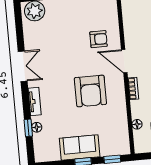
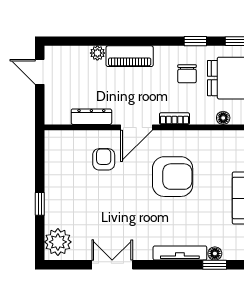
dresser: (129, 27) -> (91, 117), added
double door: (23, 66) -> (112, 265), moved
tv unit: (35, 102) -> (180, 253), width x1.41

